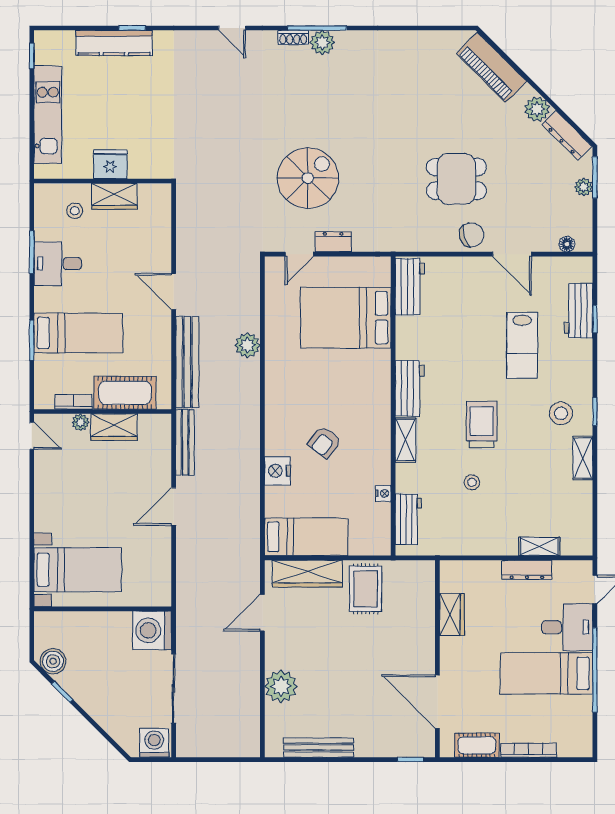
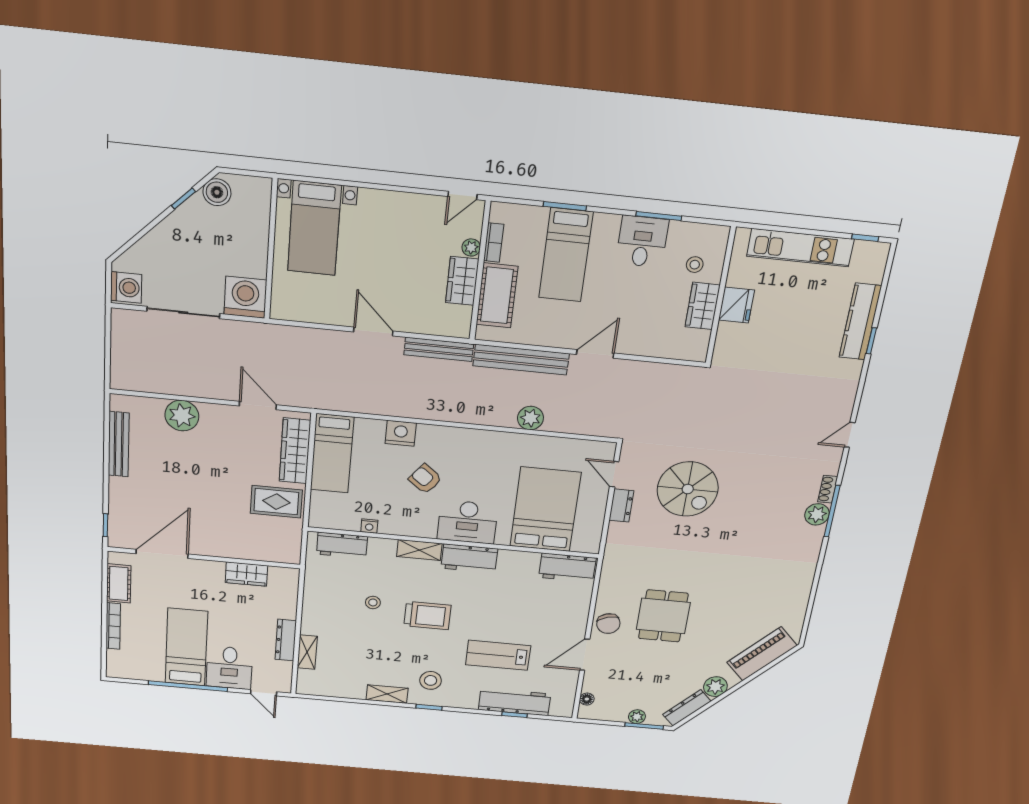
workbench: (578, 311) -> (515, 702), width x1.38
desk: (368, 395) -> (467, 522), added

